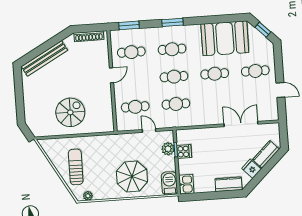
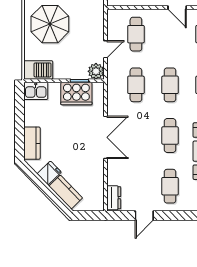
dresser: (268, 116) -> (114, 198), added
double door: (241, 124) -> (106, 137), moved
plant: (168, 149) -> (96, 71), moved
cooker: (184, 152) -> (76, 94), width x1.87, depth x1.31

